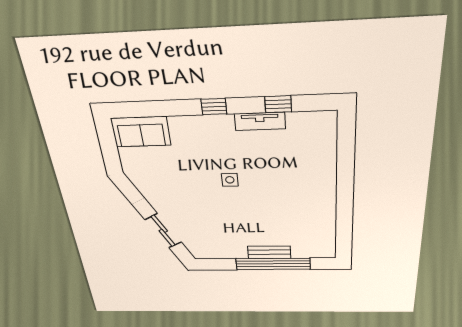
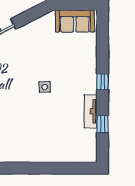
sofa: (141, 132) -> (75, 21), moved, turned -90

